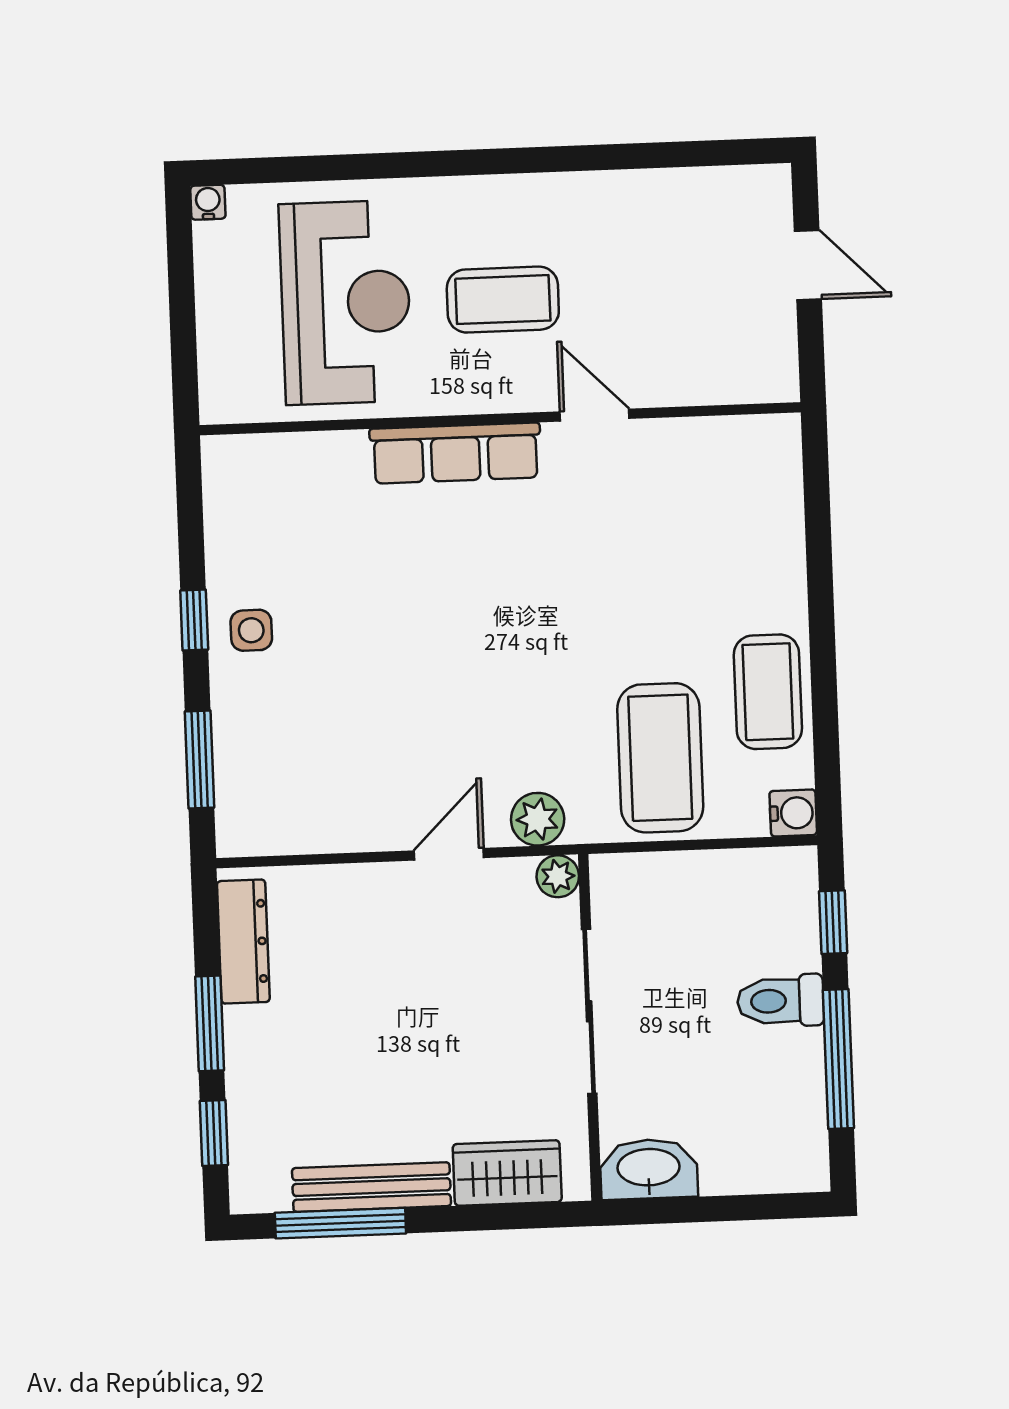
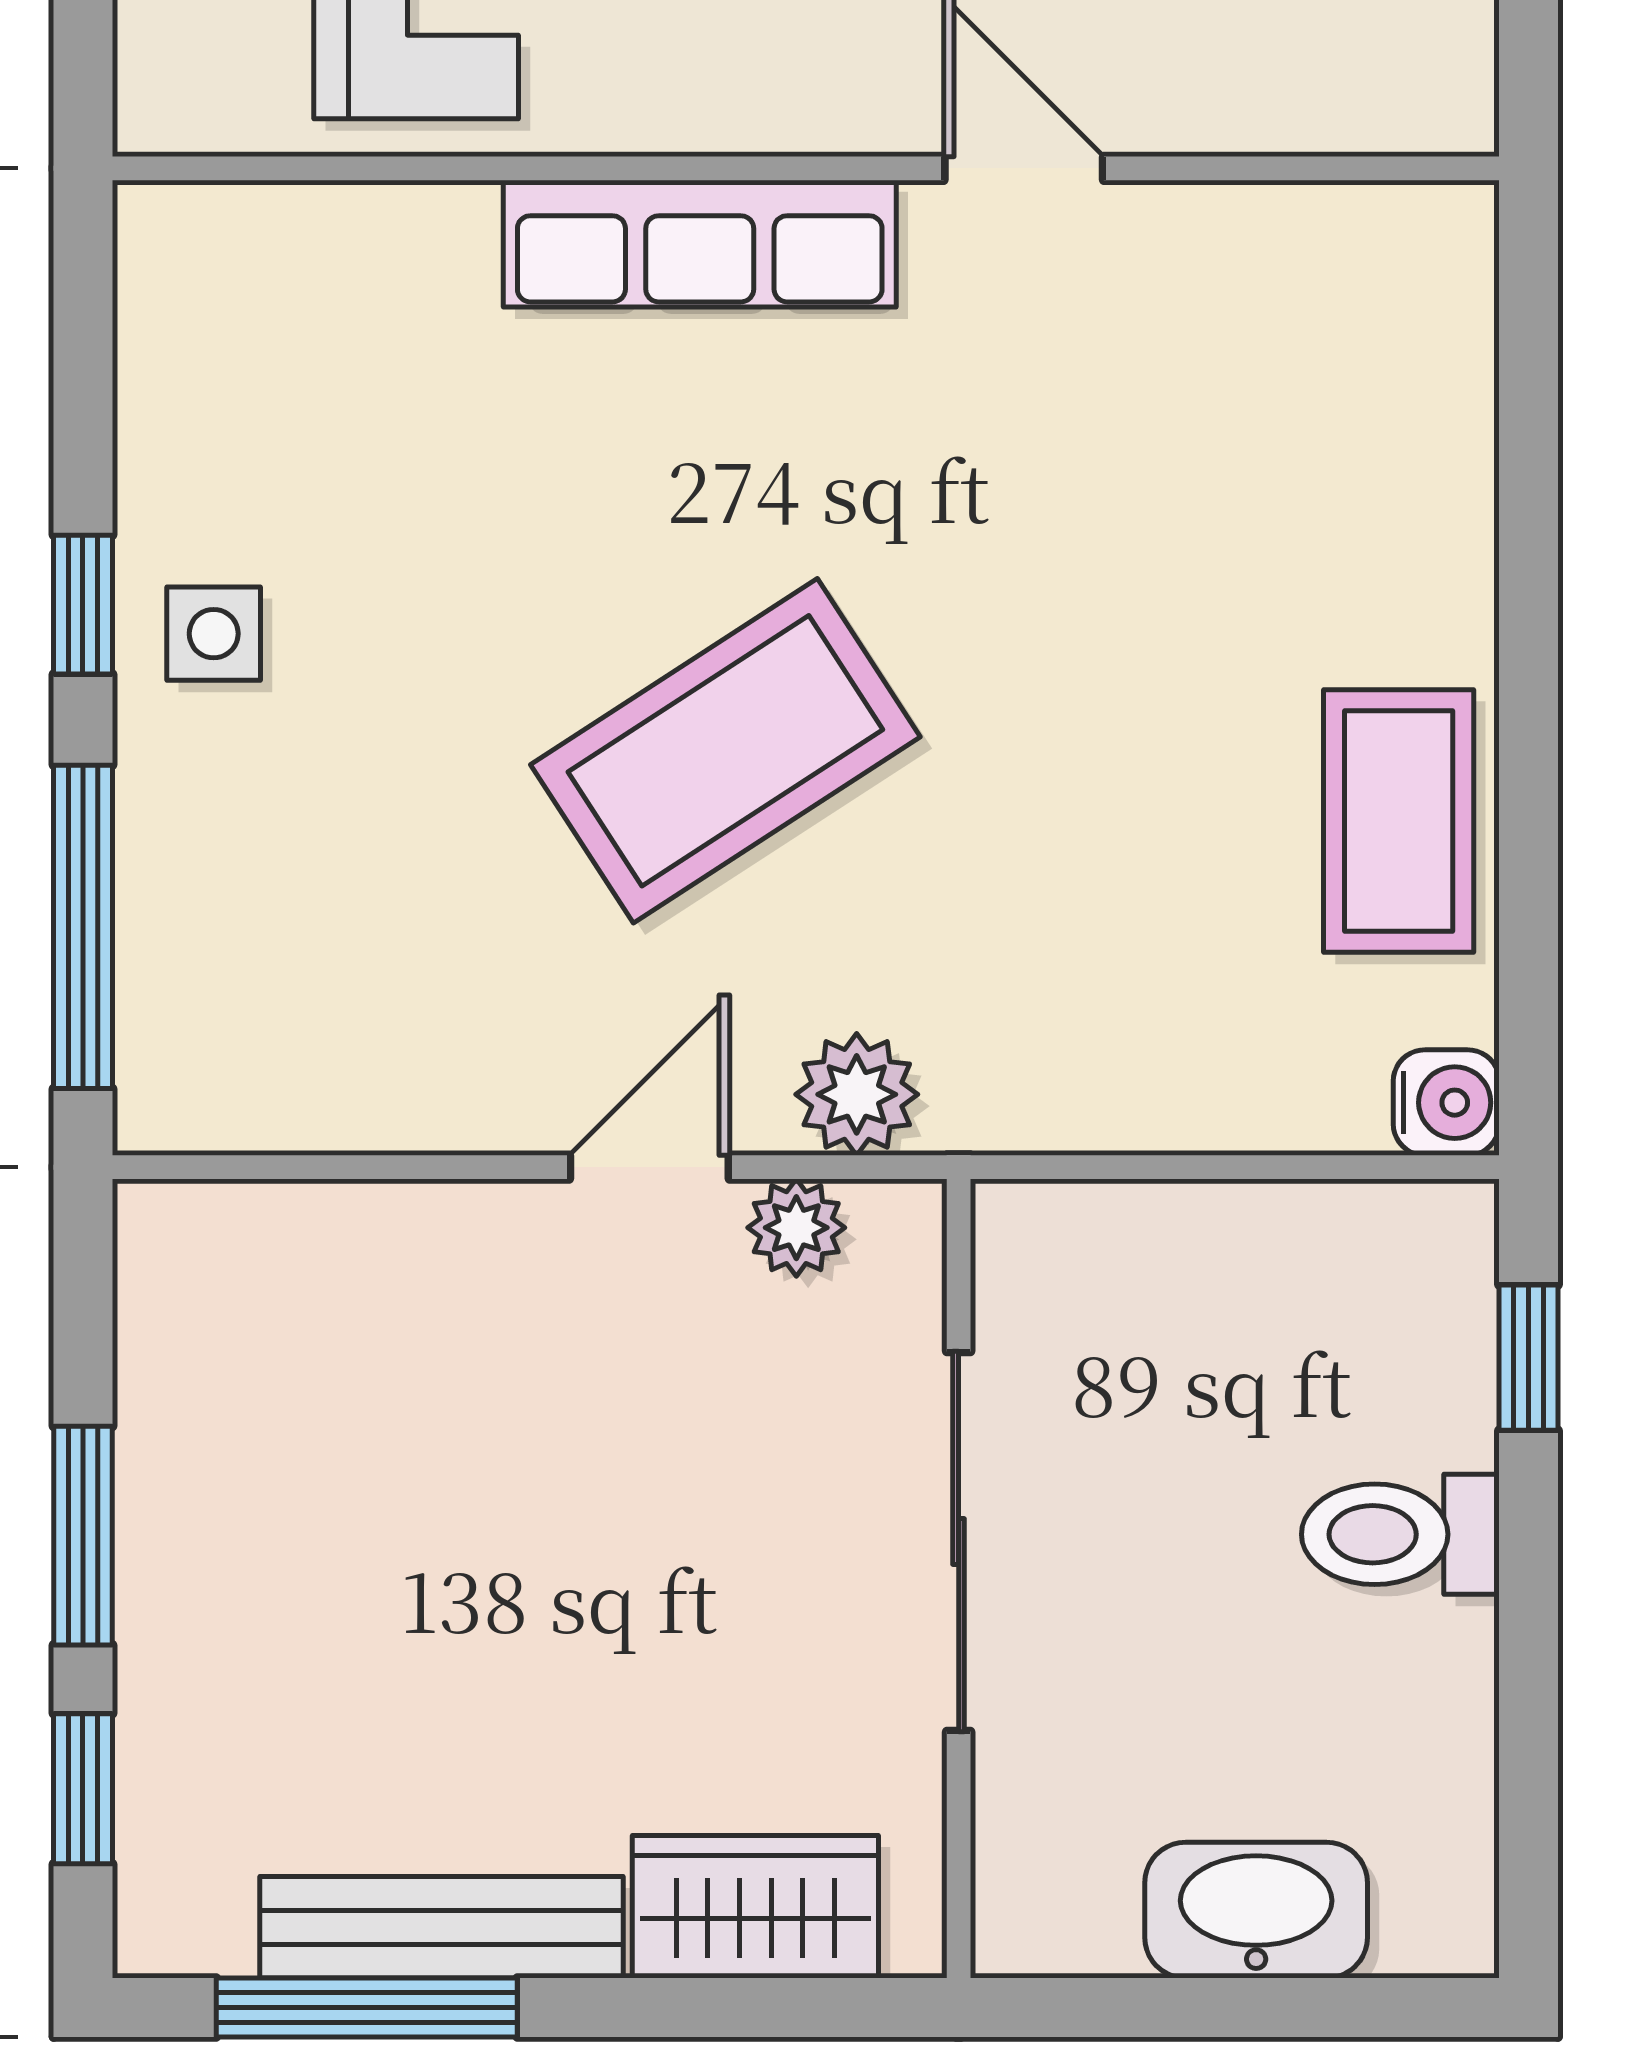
coffee table: (660, 758) -> (725, 751), moved, turned 57
window: (200, 760) -> (83, 927), width x1.44
plant: (558, 876) -> (796, 1228), moved
dresser: (243, 942) -> (168, 1350), removed
window: (838, 1059) -> (1529, 1674), removed
washbasin: (649, 1169) -> (1256, 1910), moved

